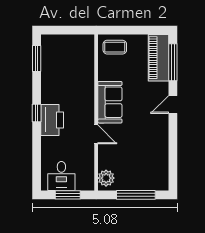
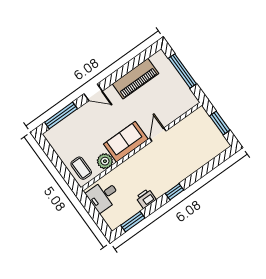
piano: (158, 58) -> (135, 79), moved
printer: (52, 120) -> (146, 198), moved, width x0.53, depth x0.68
desk: (61, 176) -> (103, 196), moved, turned 180
plant: (106, 178) -> (105, 161), moved

